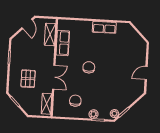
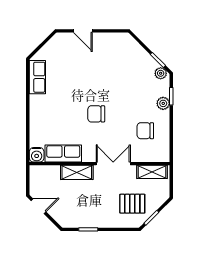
water cooler: (63, 25) -> (37, 155), added
row of seats: (104, 27) -> (37, 77), moved
shelving: (50, 34) -> (77, 172), moved
door: (146, 73) -> (83, 31), moved
pallet: (28, 79) -> (132, 204), moved

